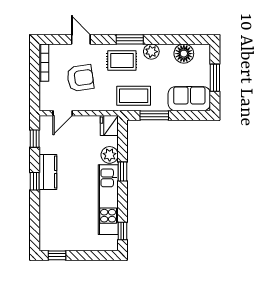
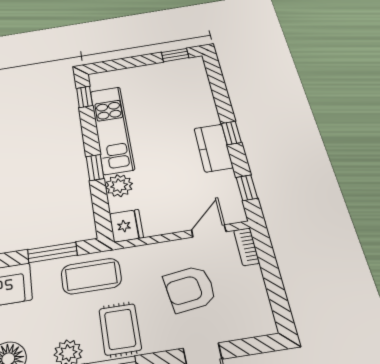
rug: (122, 61) -> (120, 329), turned 90
bookcase: (44, 63) -> (247, 247), moved, width x0.64

